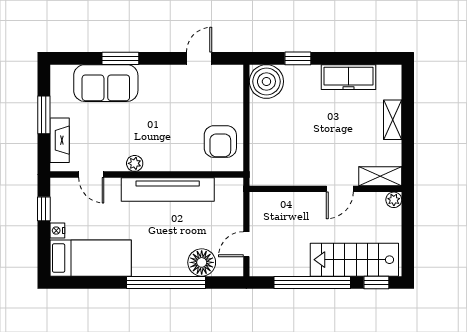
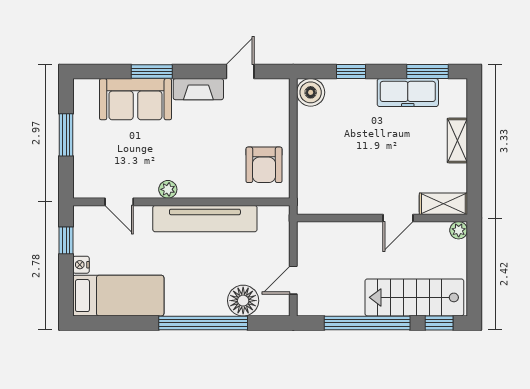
window: (366, 58) -> (428, 71), added
boiler: (266, 81) -> (311, 92), width x0.73, depth x0.73
fireplace: (60, 140) -> (198, 89), moved, turned 90

